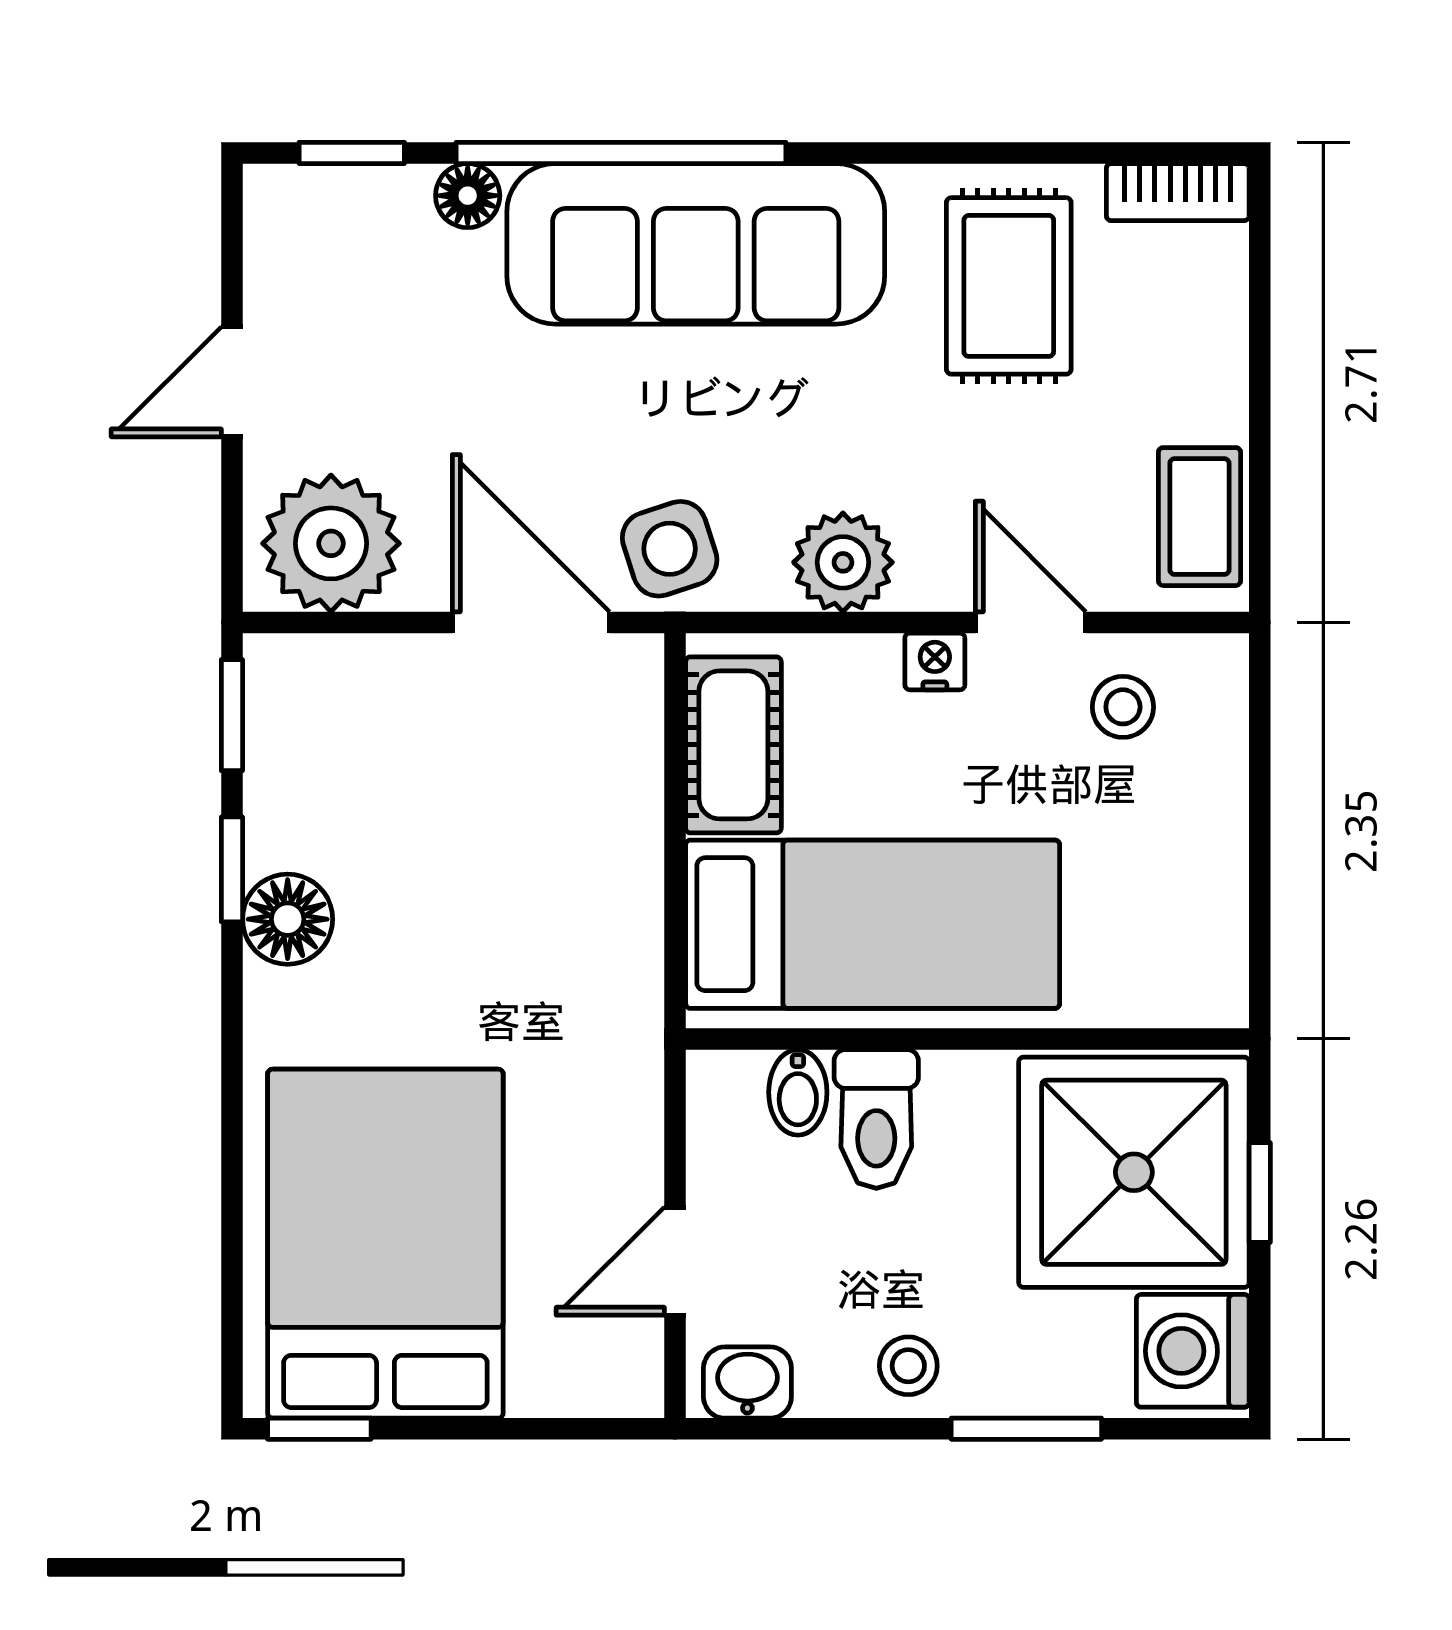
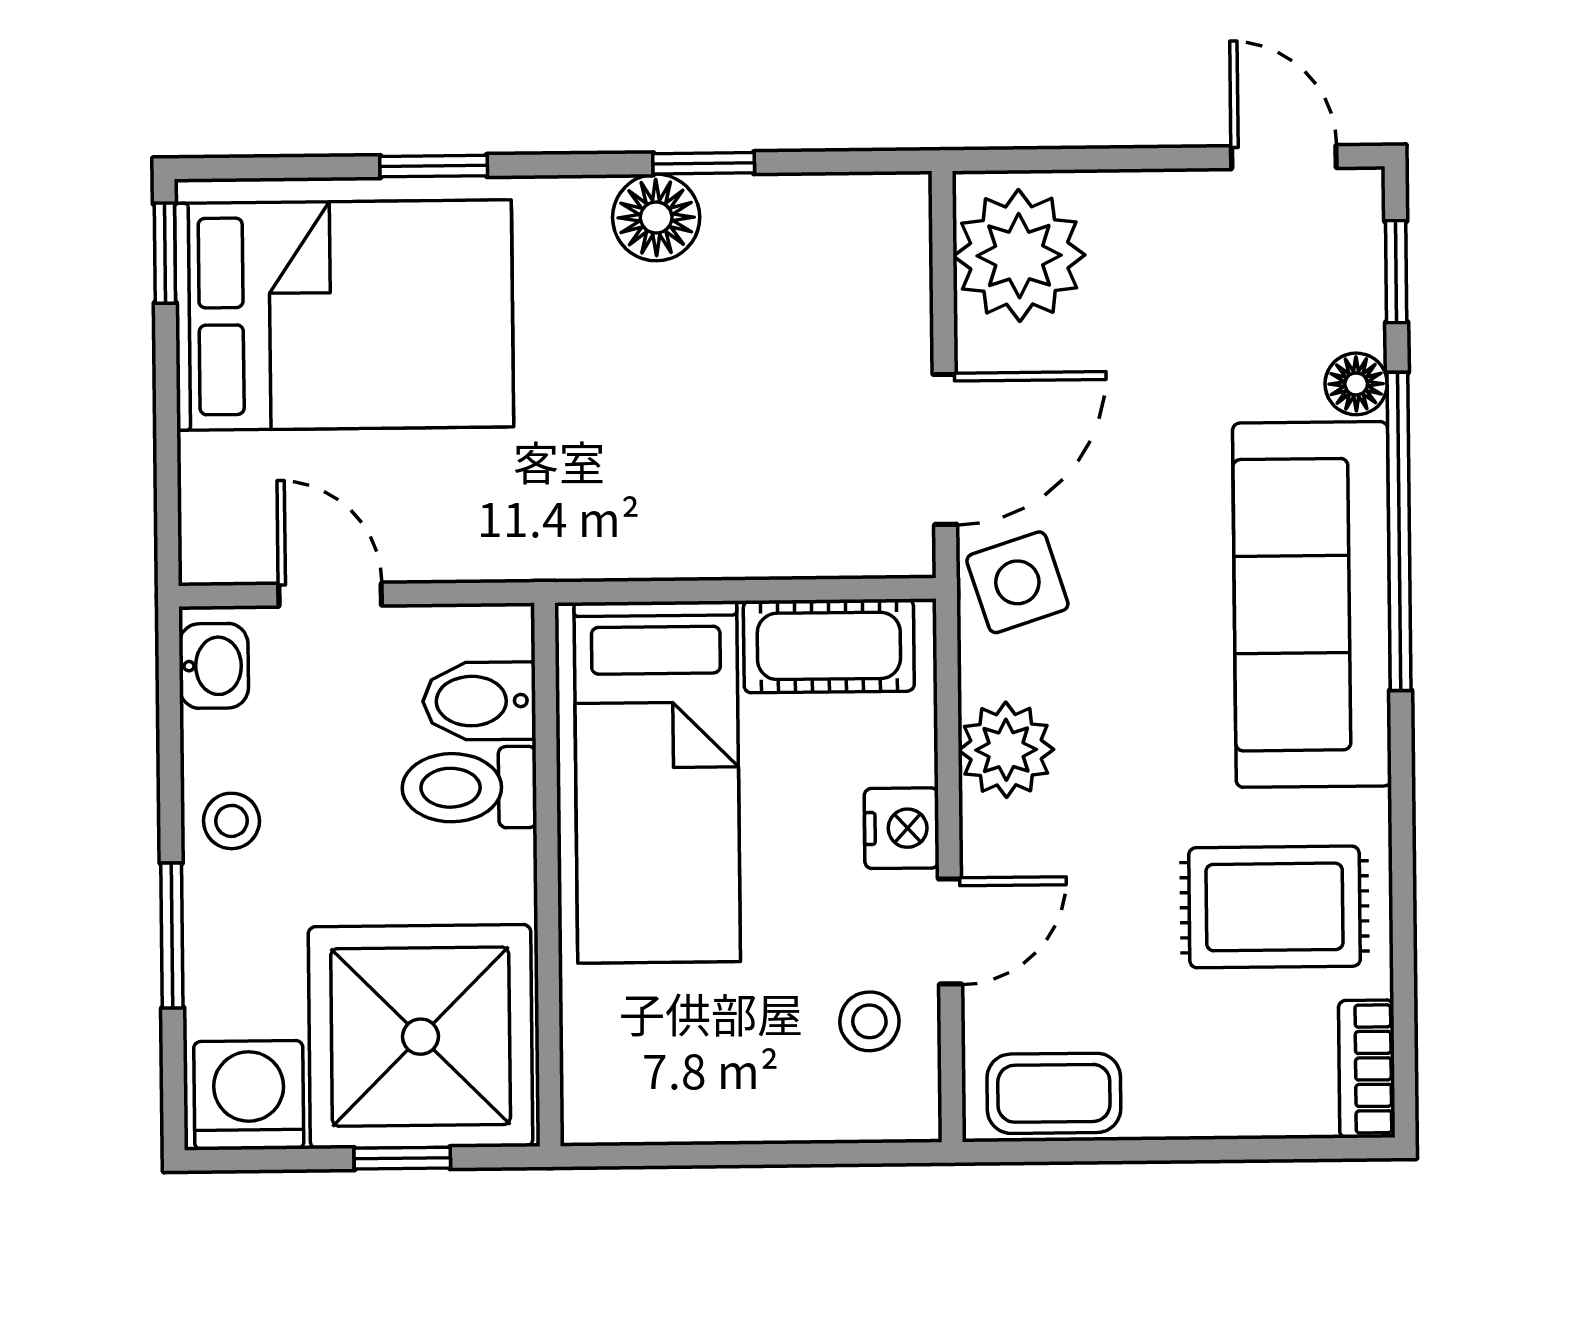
door: (232, 382) -> (1284, 157), moved
nightstand: (935, 661) -> (902, 828), width x1.39, depth x1.35
window: (232, 715) -> (434, 166), moved
bidet: (798, 1092) -> (479, 701), width x1.38, depth x1.36

